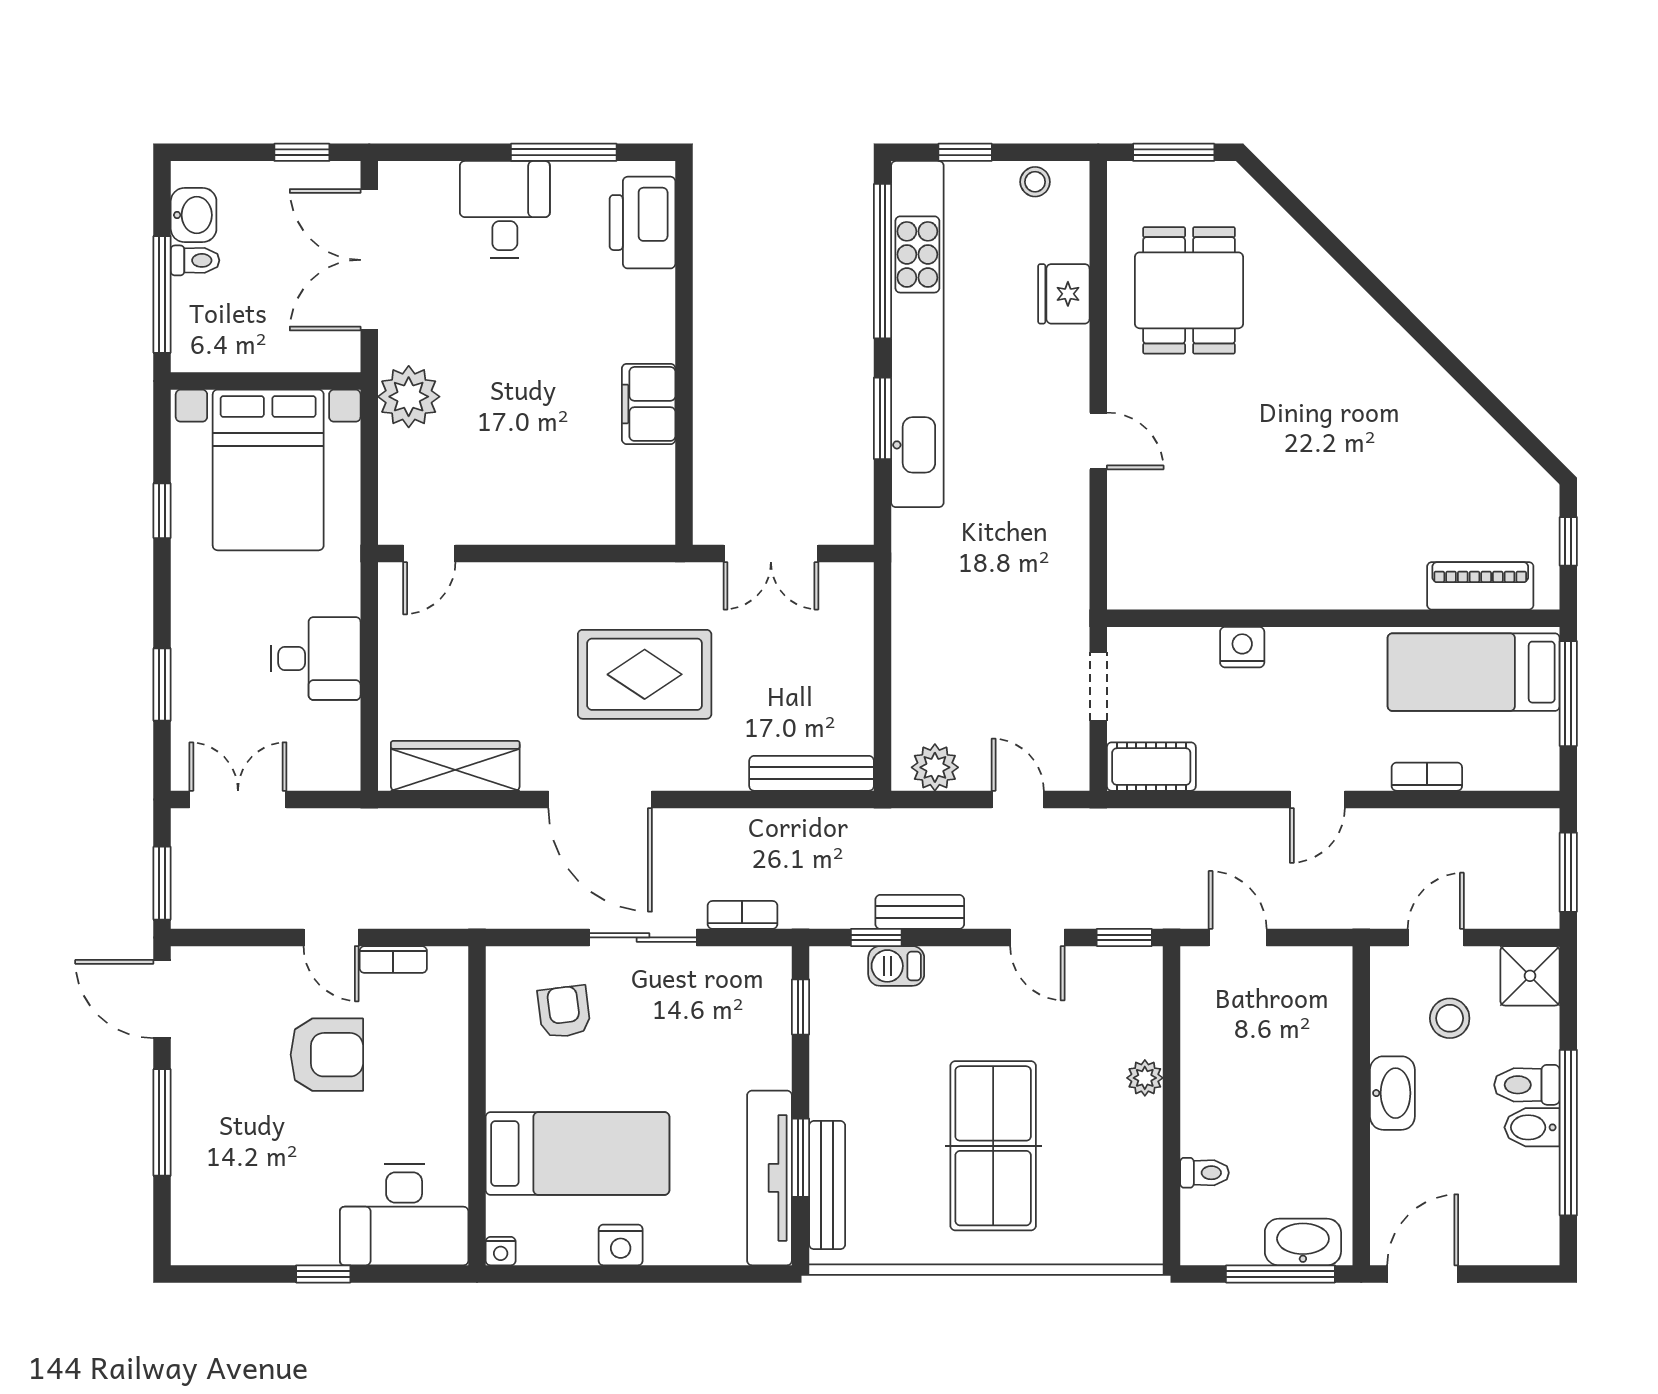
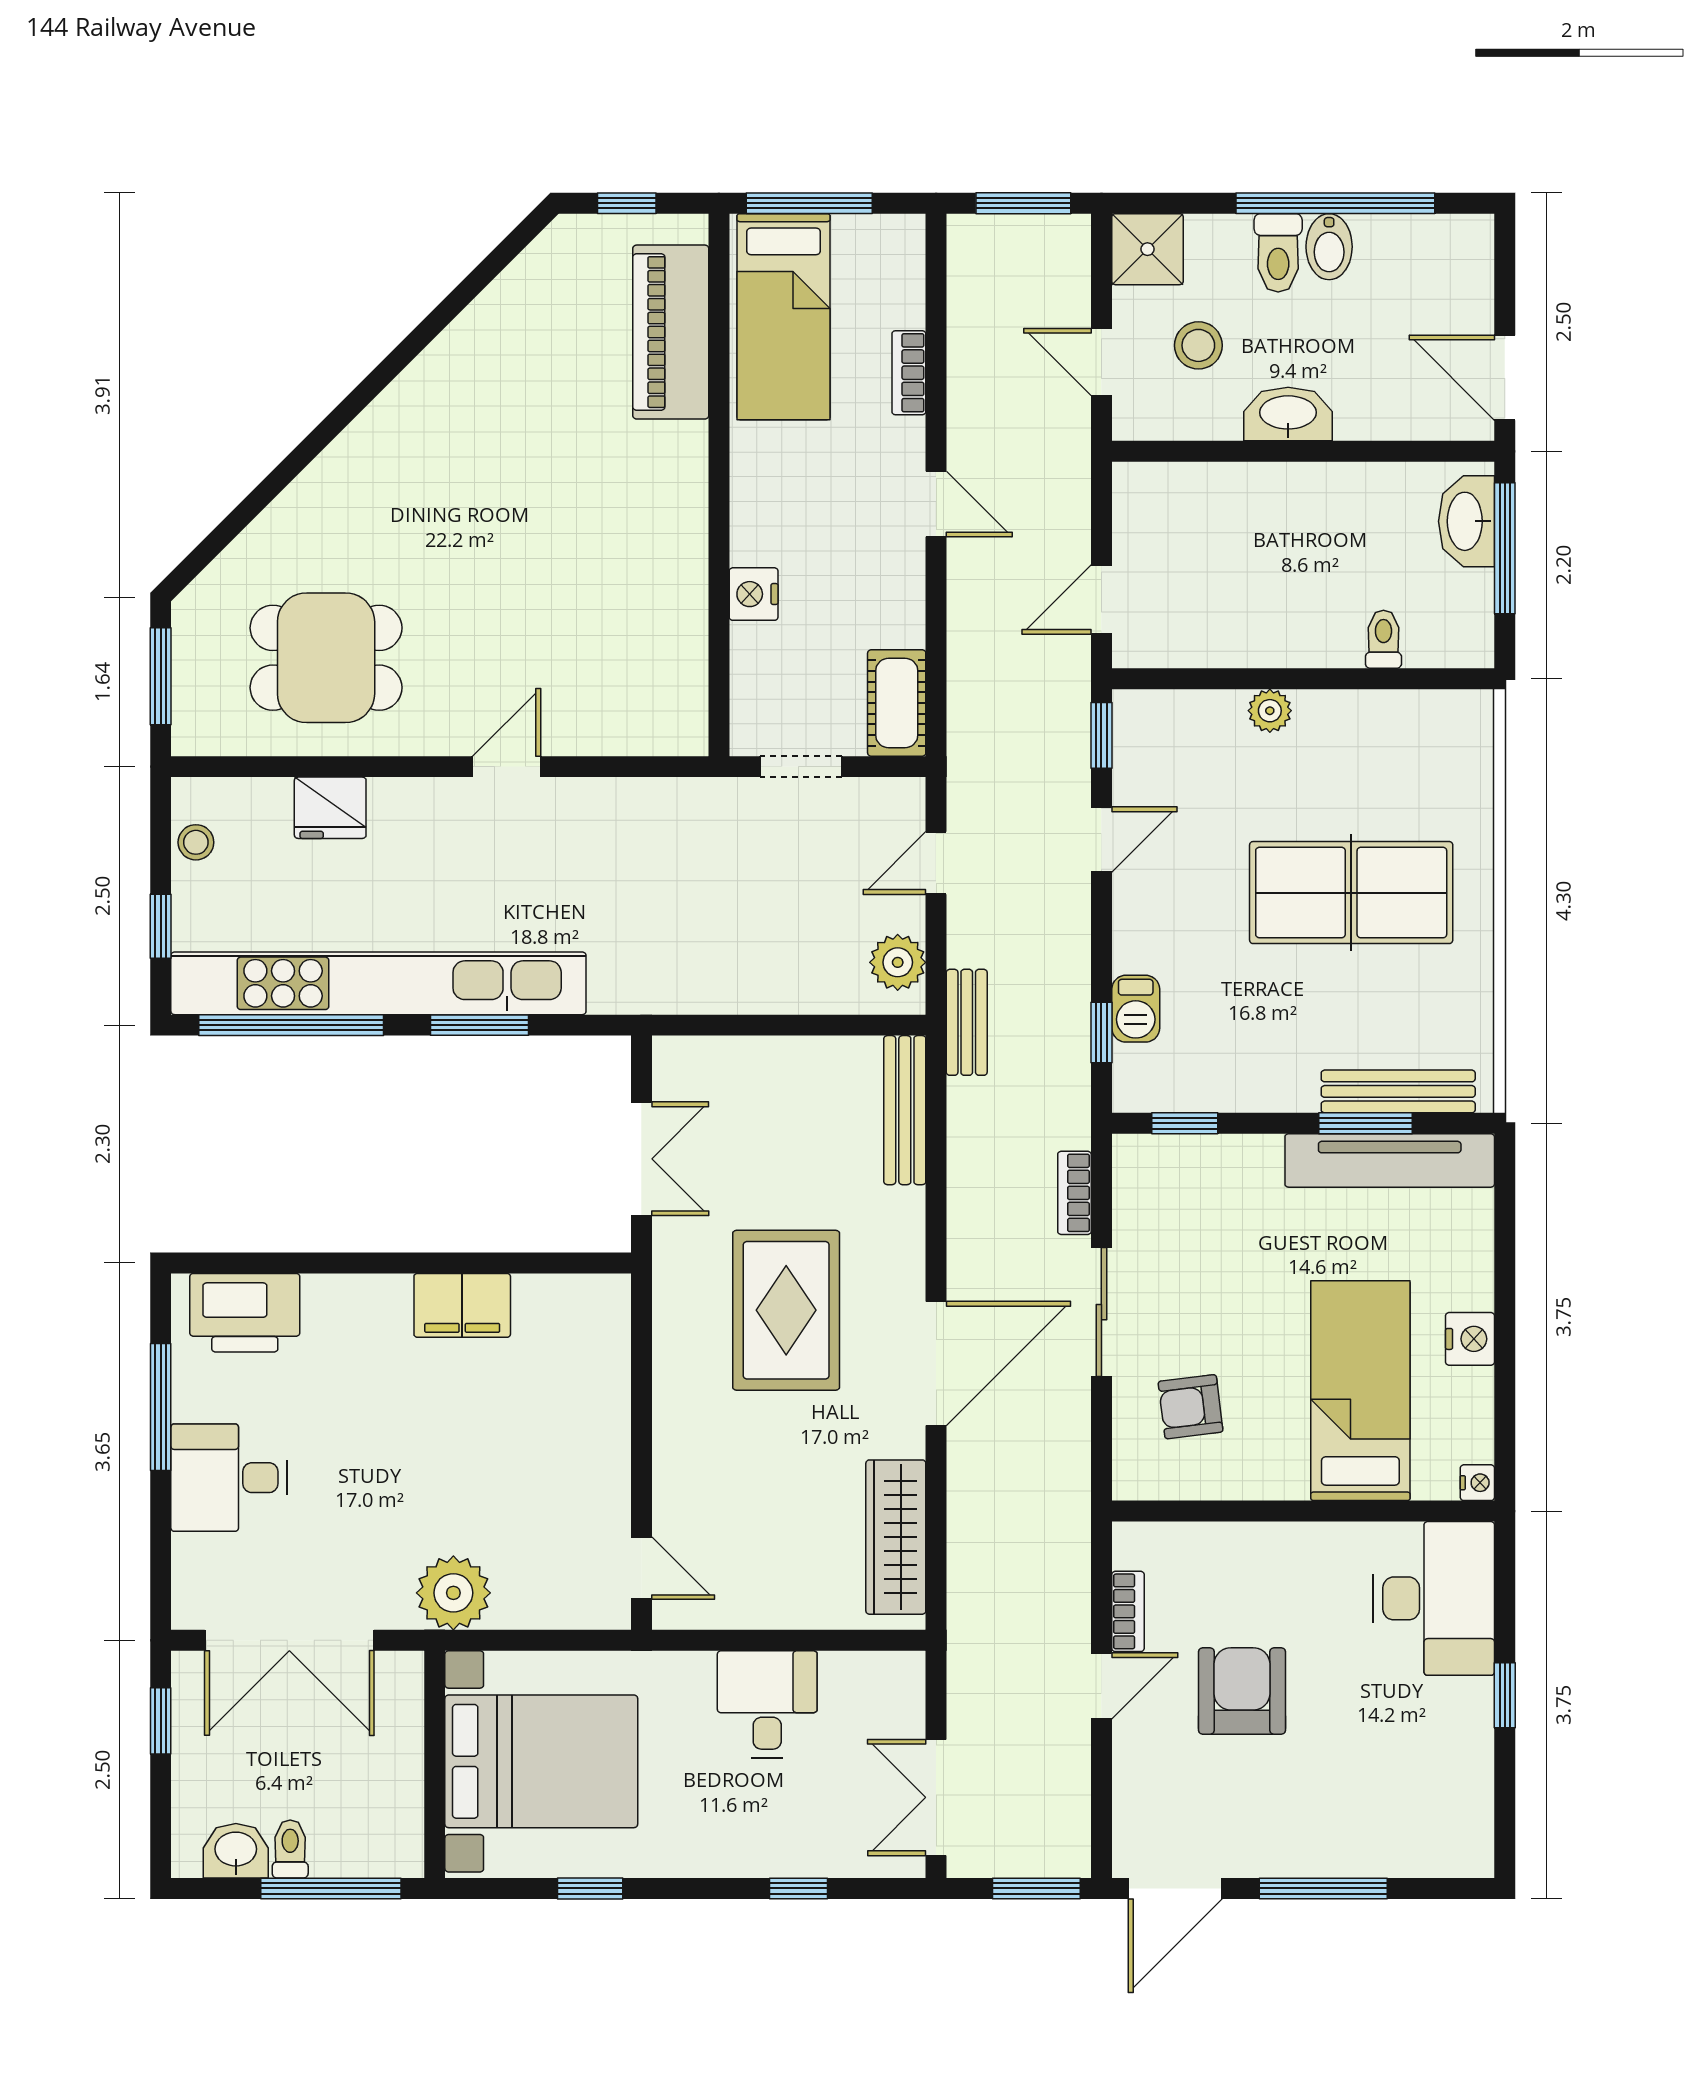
piano: (1480, 586) -> (671, 332), width x1.37, depth x1.33
window: (162, 685) -> (798, 1888), width x0.67
bench: (920, 912) -> (967, 1022), moved

